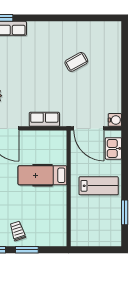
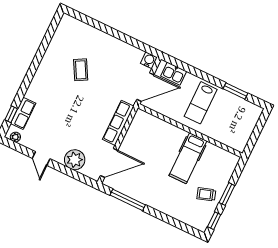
row of seats: (44, 119) -> (118, 123), width x1.48
hospital bed: (42, 175) -> (188, 158), moved
lab bench: (99, 186) -> (201, 103), turned 180

